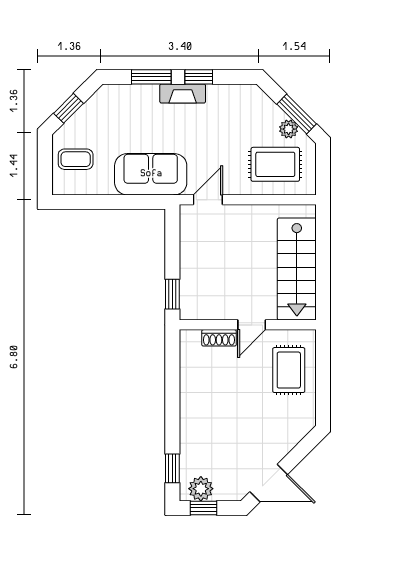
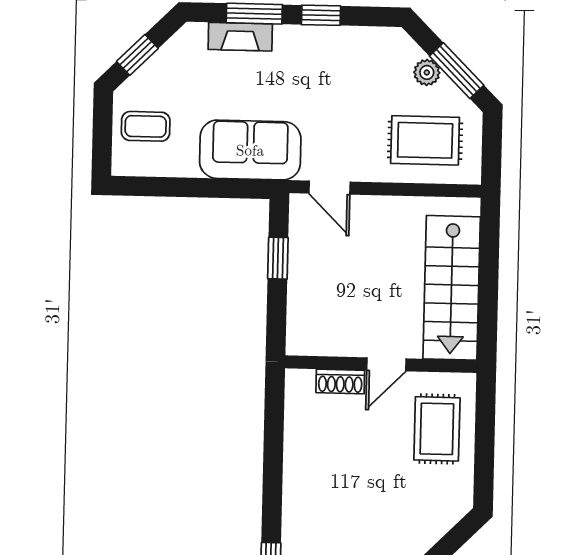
fireplace: (183, 94) -> (240, 37), moved
plant: (289, 129) -> (427, 72), moved
door: (208, 200) -> (330, 188), swing flipped
window: (172, 294) -> (278, 258), moved

